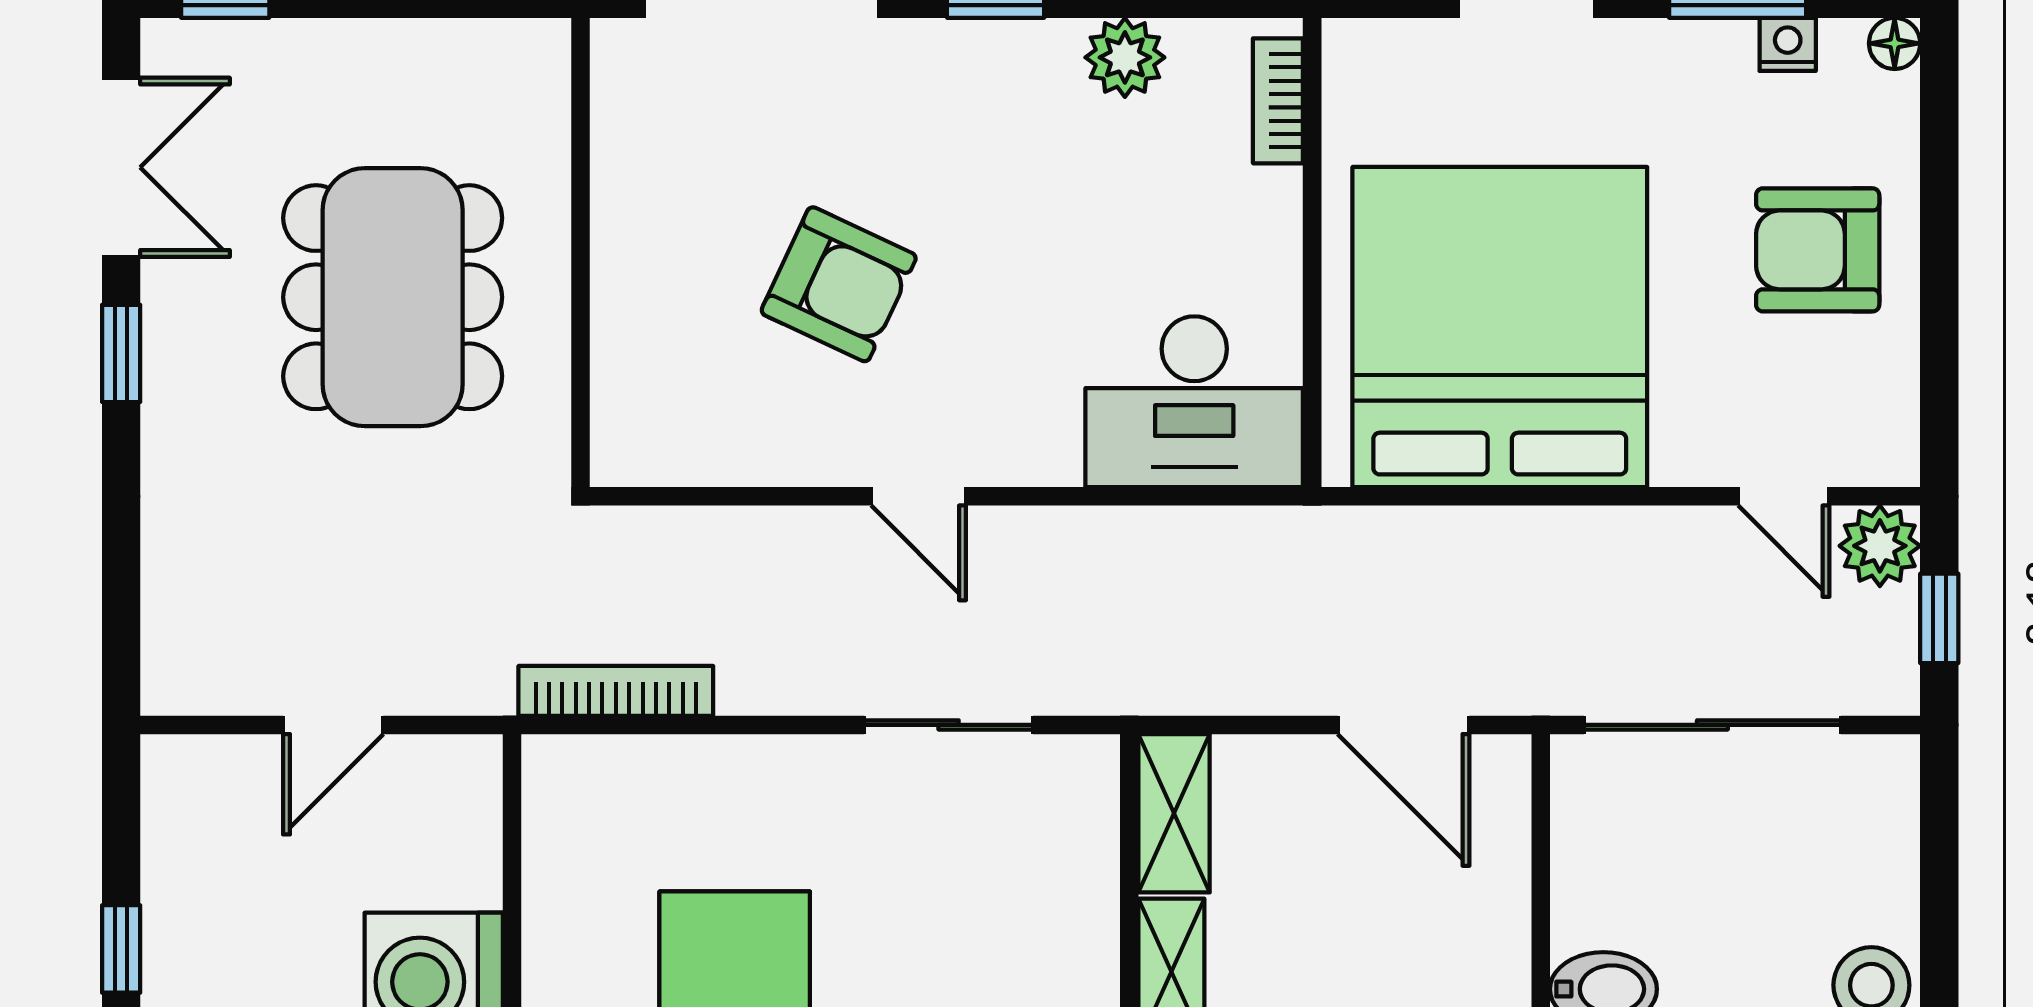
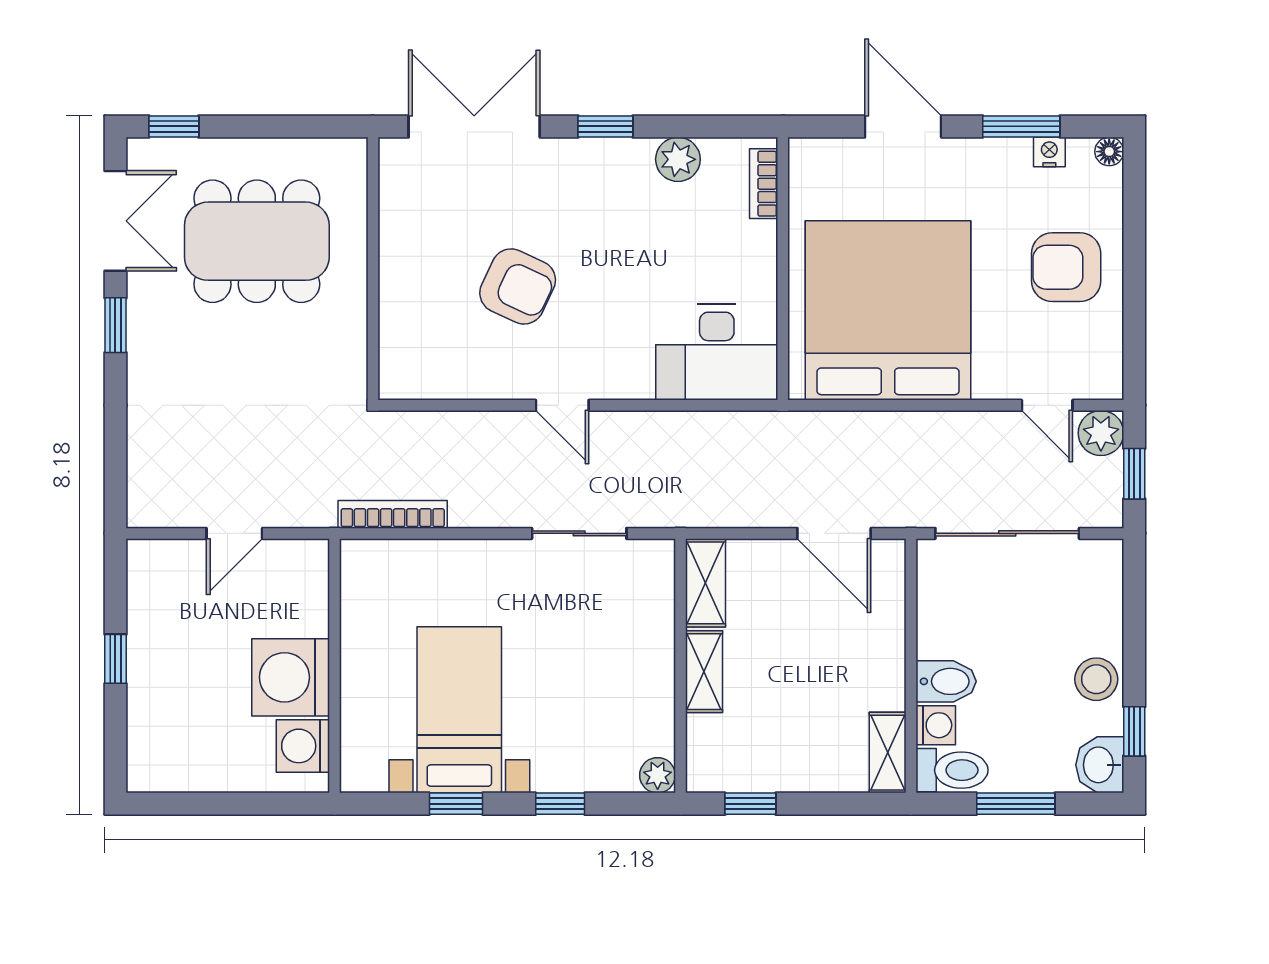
dining table: (393, 297) -> (257, 241), moved, turned 90

